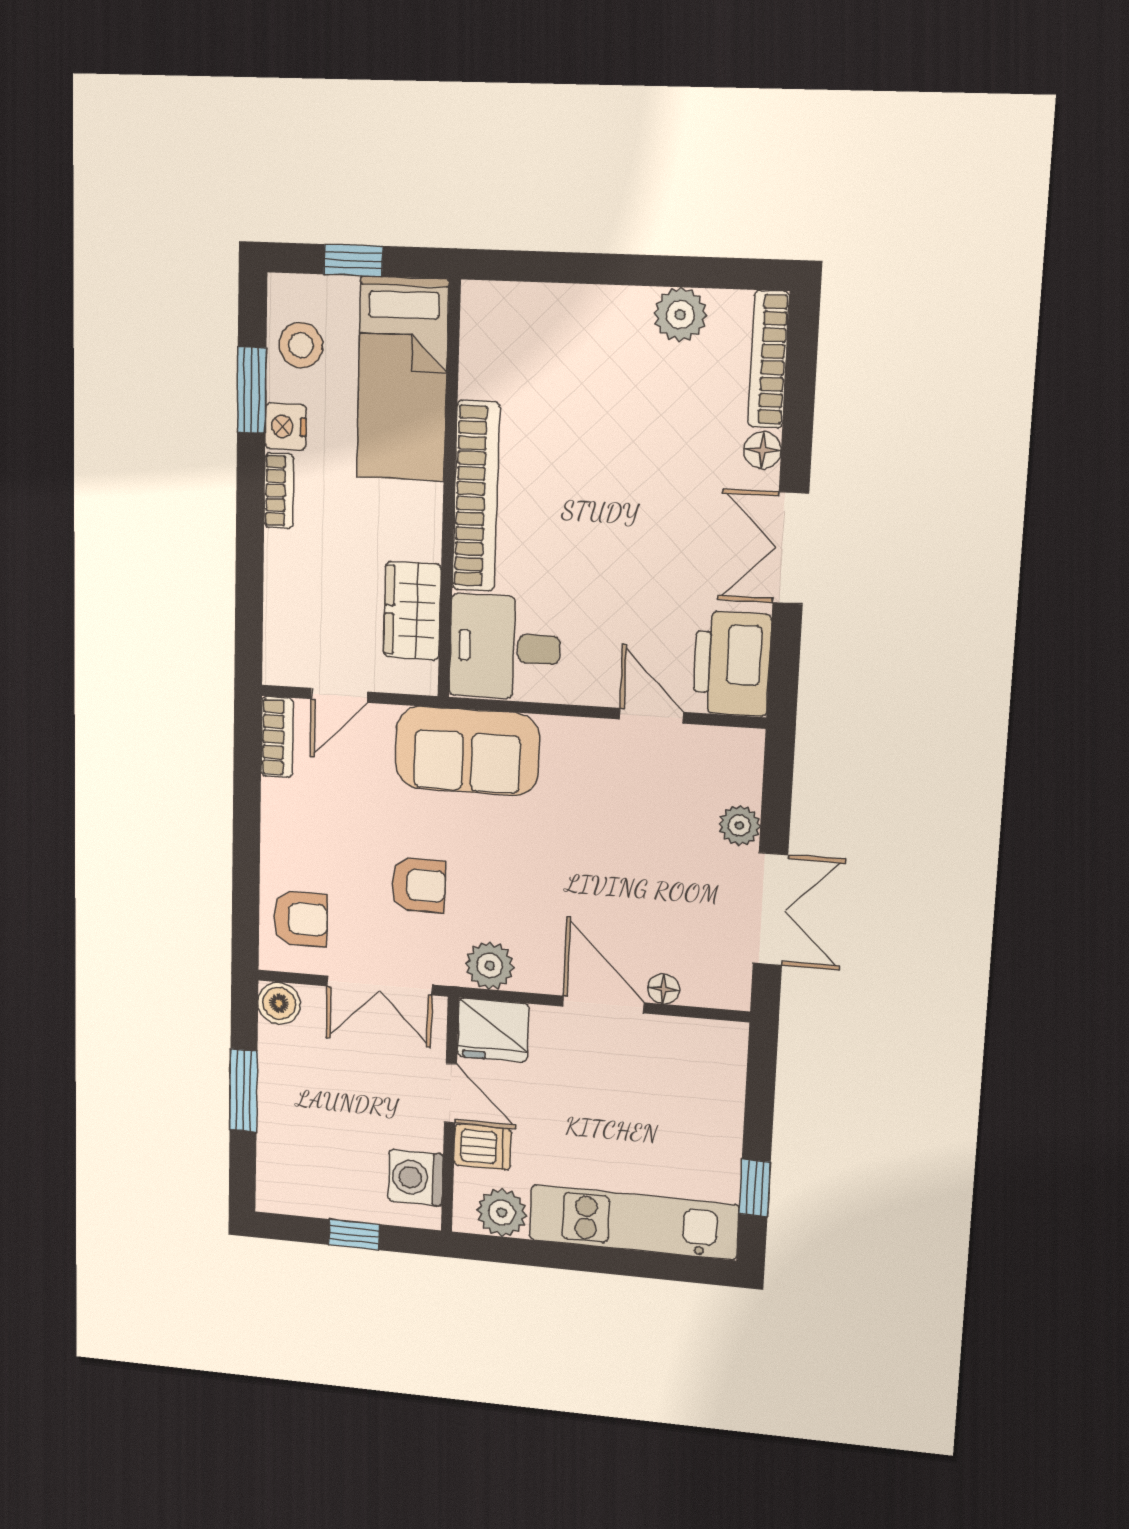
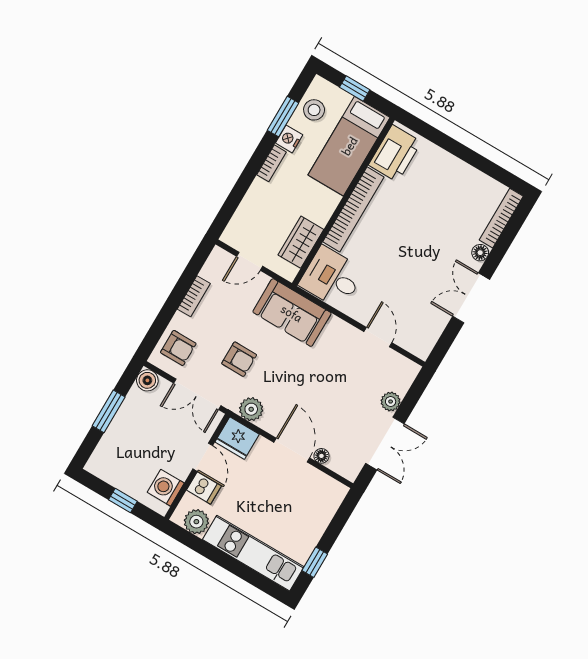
plant: (680, 315) -> (476, 182), removed
printer: (732, 664) -> (395, 153), moved, turned 180
bookcase: (277, 737) -> (194, 296), moved

